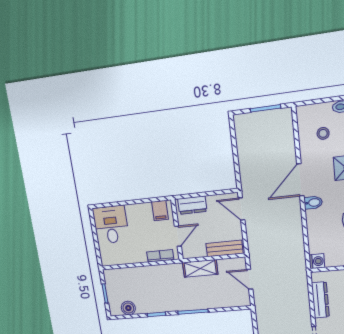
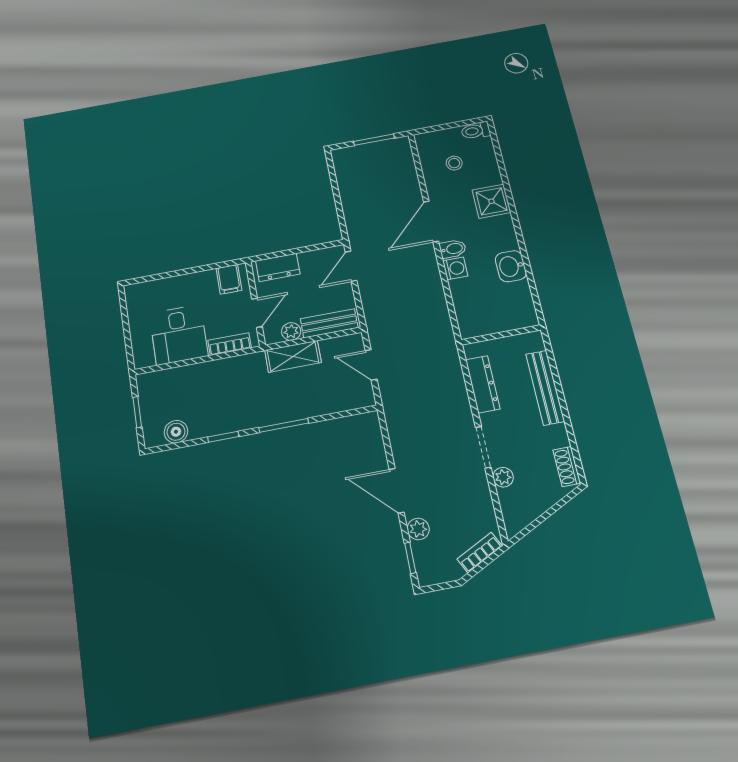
door: (242, 209) -> (351, 266), hinge flipped
desk: (111, 225) -> (179, 335), moved, turned 180
plant: (200, 251) -> (291, 331), added
washing machine: (317, 261) -> (455, 268), moved

